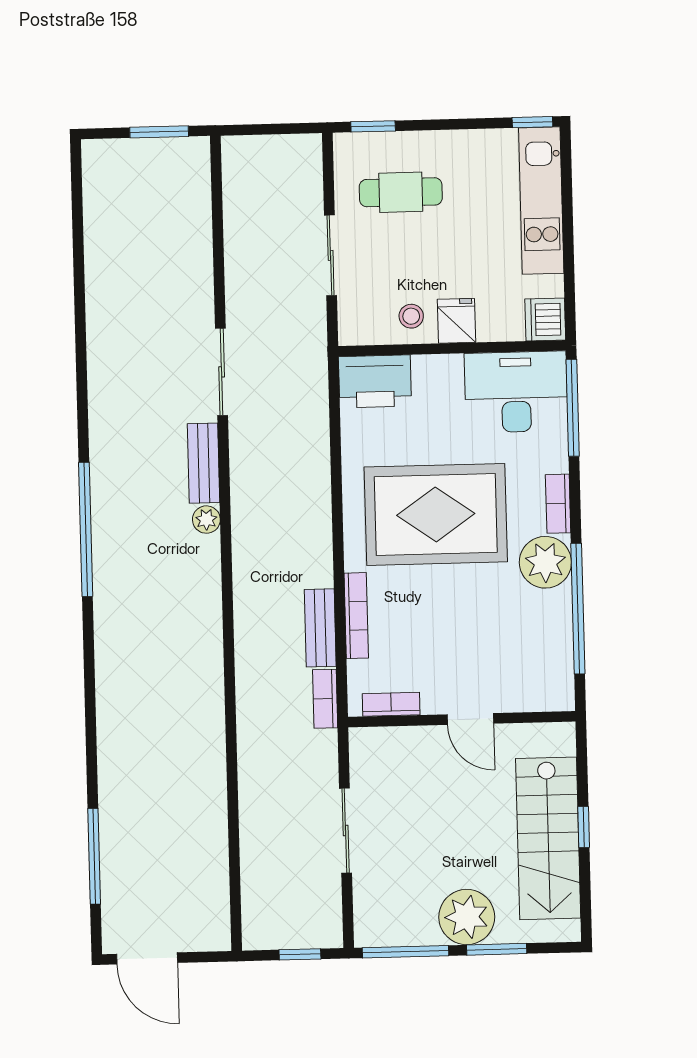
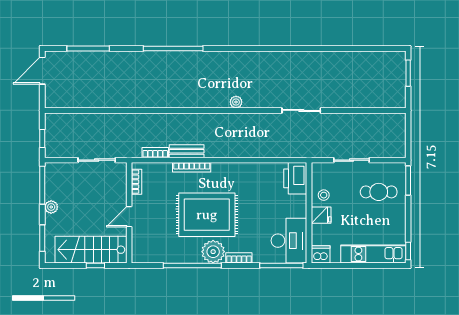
window: (373, 126) -> (408, 180), width x1.50
window: (159, 132) -> (408, 73), moved
cafe table: (401, 192) -> (379, 192), turned 90
bench: (203, 463) -> (261, 101), removed
rug: (436, 514) -> (207, 215), moved, turned 90
window: (86, 529) -> (173, 48), moved
bookcase: (391, 704) -> (136, 182), moved
wall: (462, 719) -> (129, 213), moved
door: (470, 719) -> (129, 217), moved
plant: (467, 917) -> (51, 207), width x0.53, depth x0.53
window: (497, 949) -> (42, 238), moved

